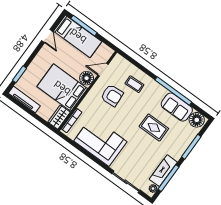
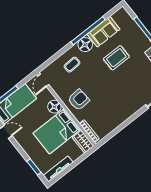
door: (103, 70) -> (43, 80), moved
armchair: (112, 95) -> (79, 100), moved
floor lamp: (197, 120) -> (85, 45), moved
corner sofa: (100, 141) -> (115, 110), removed

